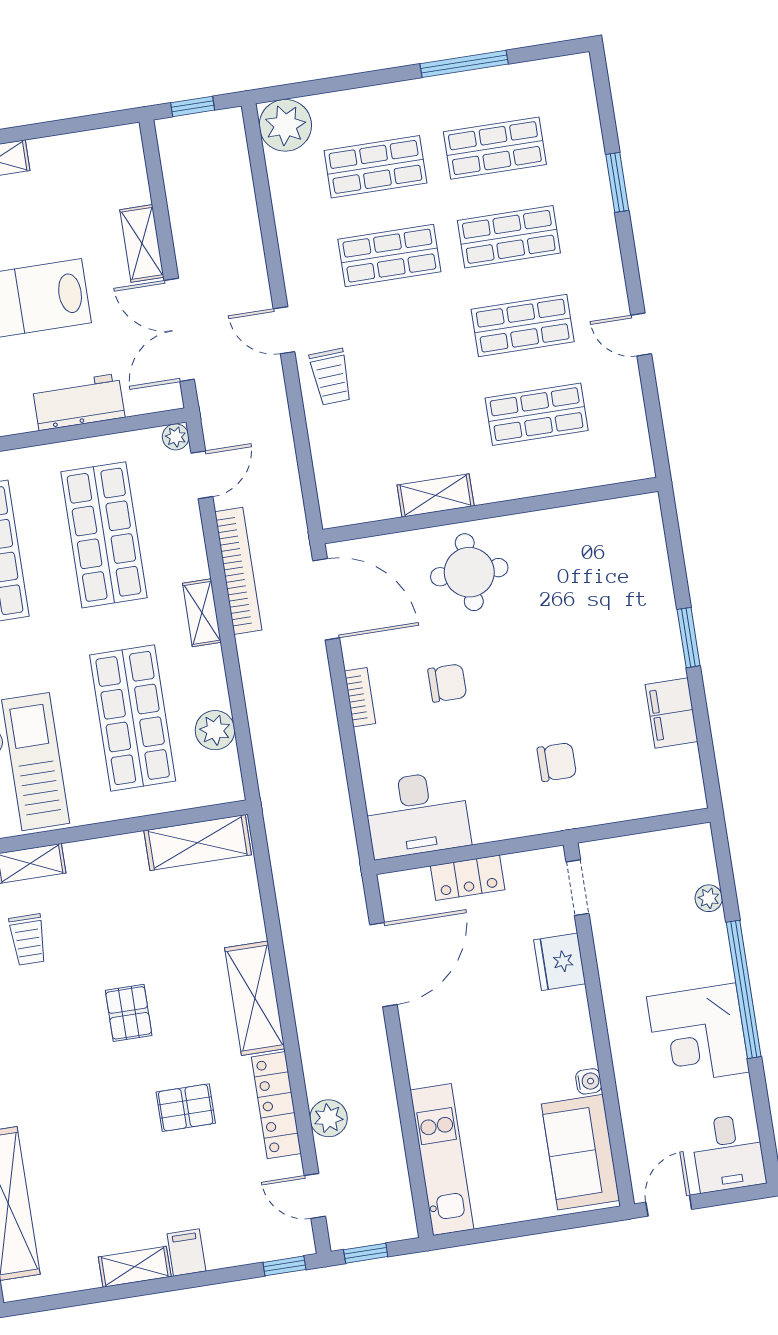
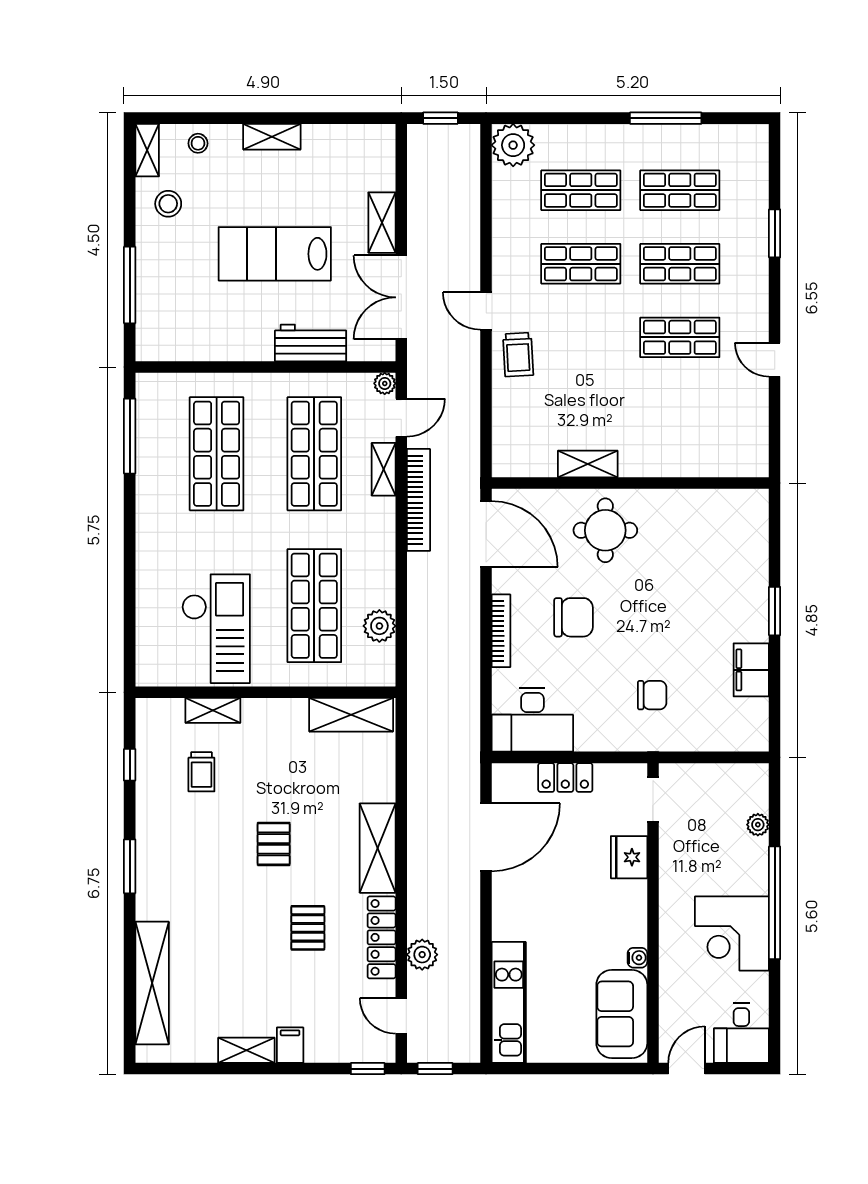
shop shelf: (537, 414) -> (680, 411), removed
shelving: (202, 613) -> (384, 469), moved
chair: (447, 683) -> (573, 617), width x1.37, depth x1.37
bookcase: (360, 697) -> (501, 631), width x1.56
pallet: (186, 1108) -> (308, 928), turned 90

